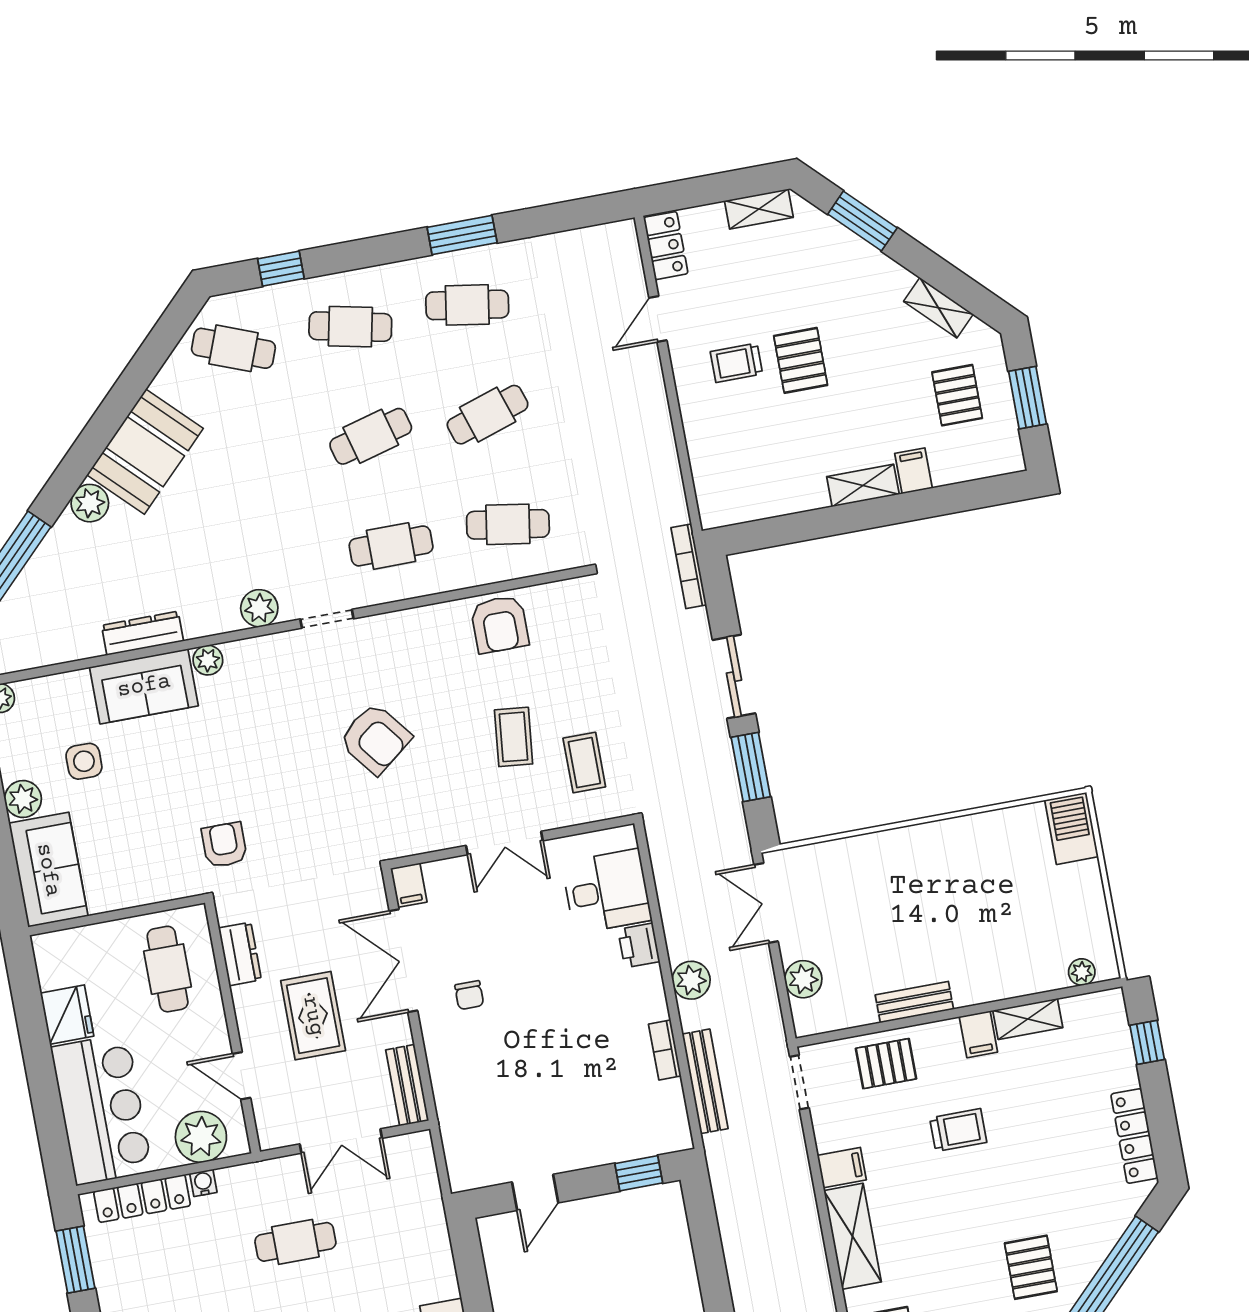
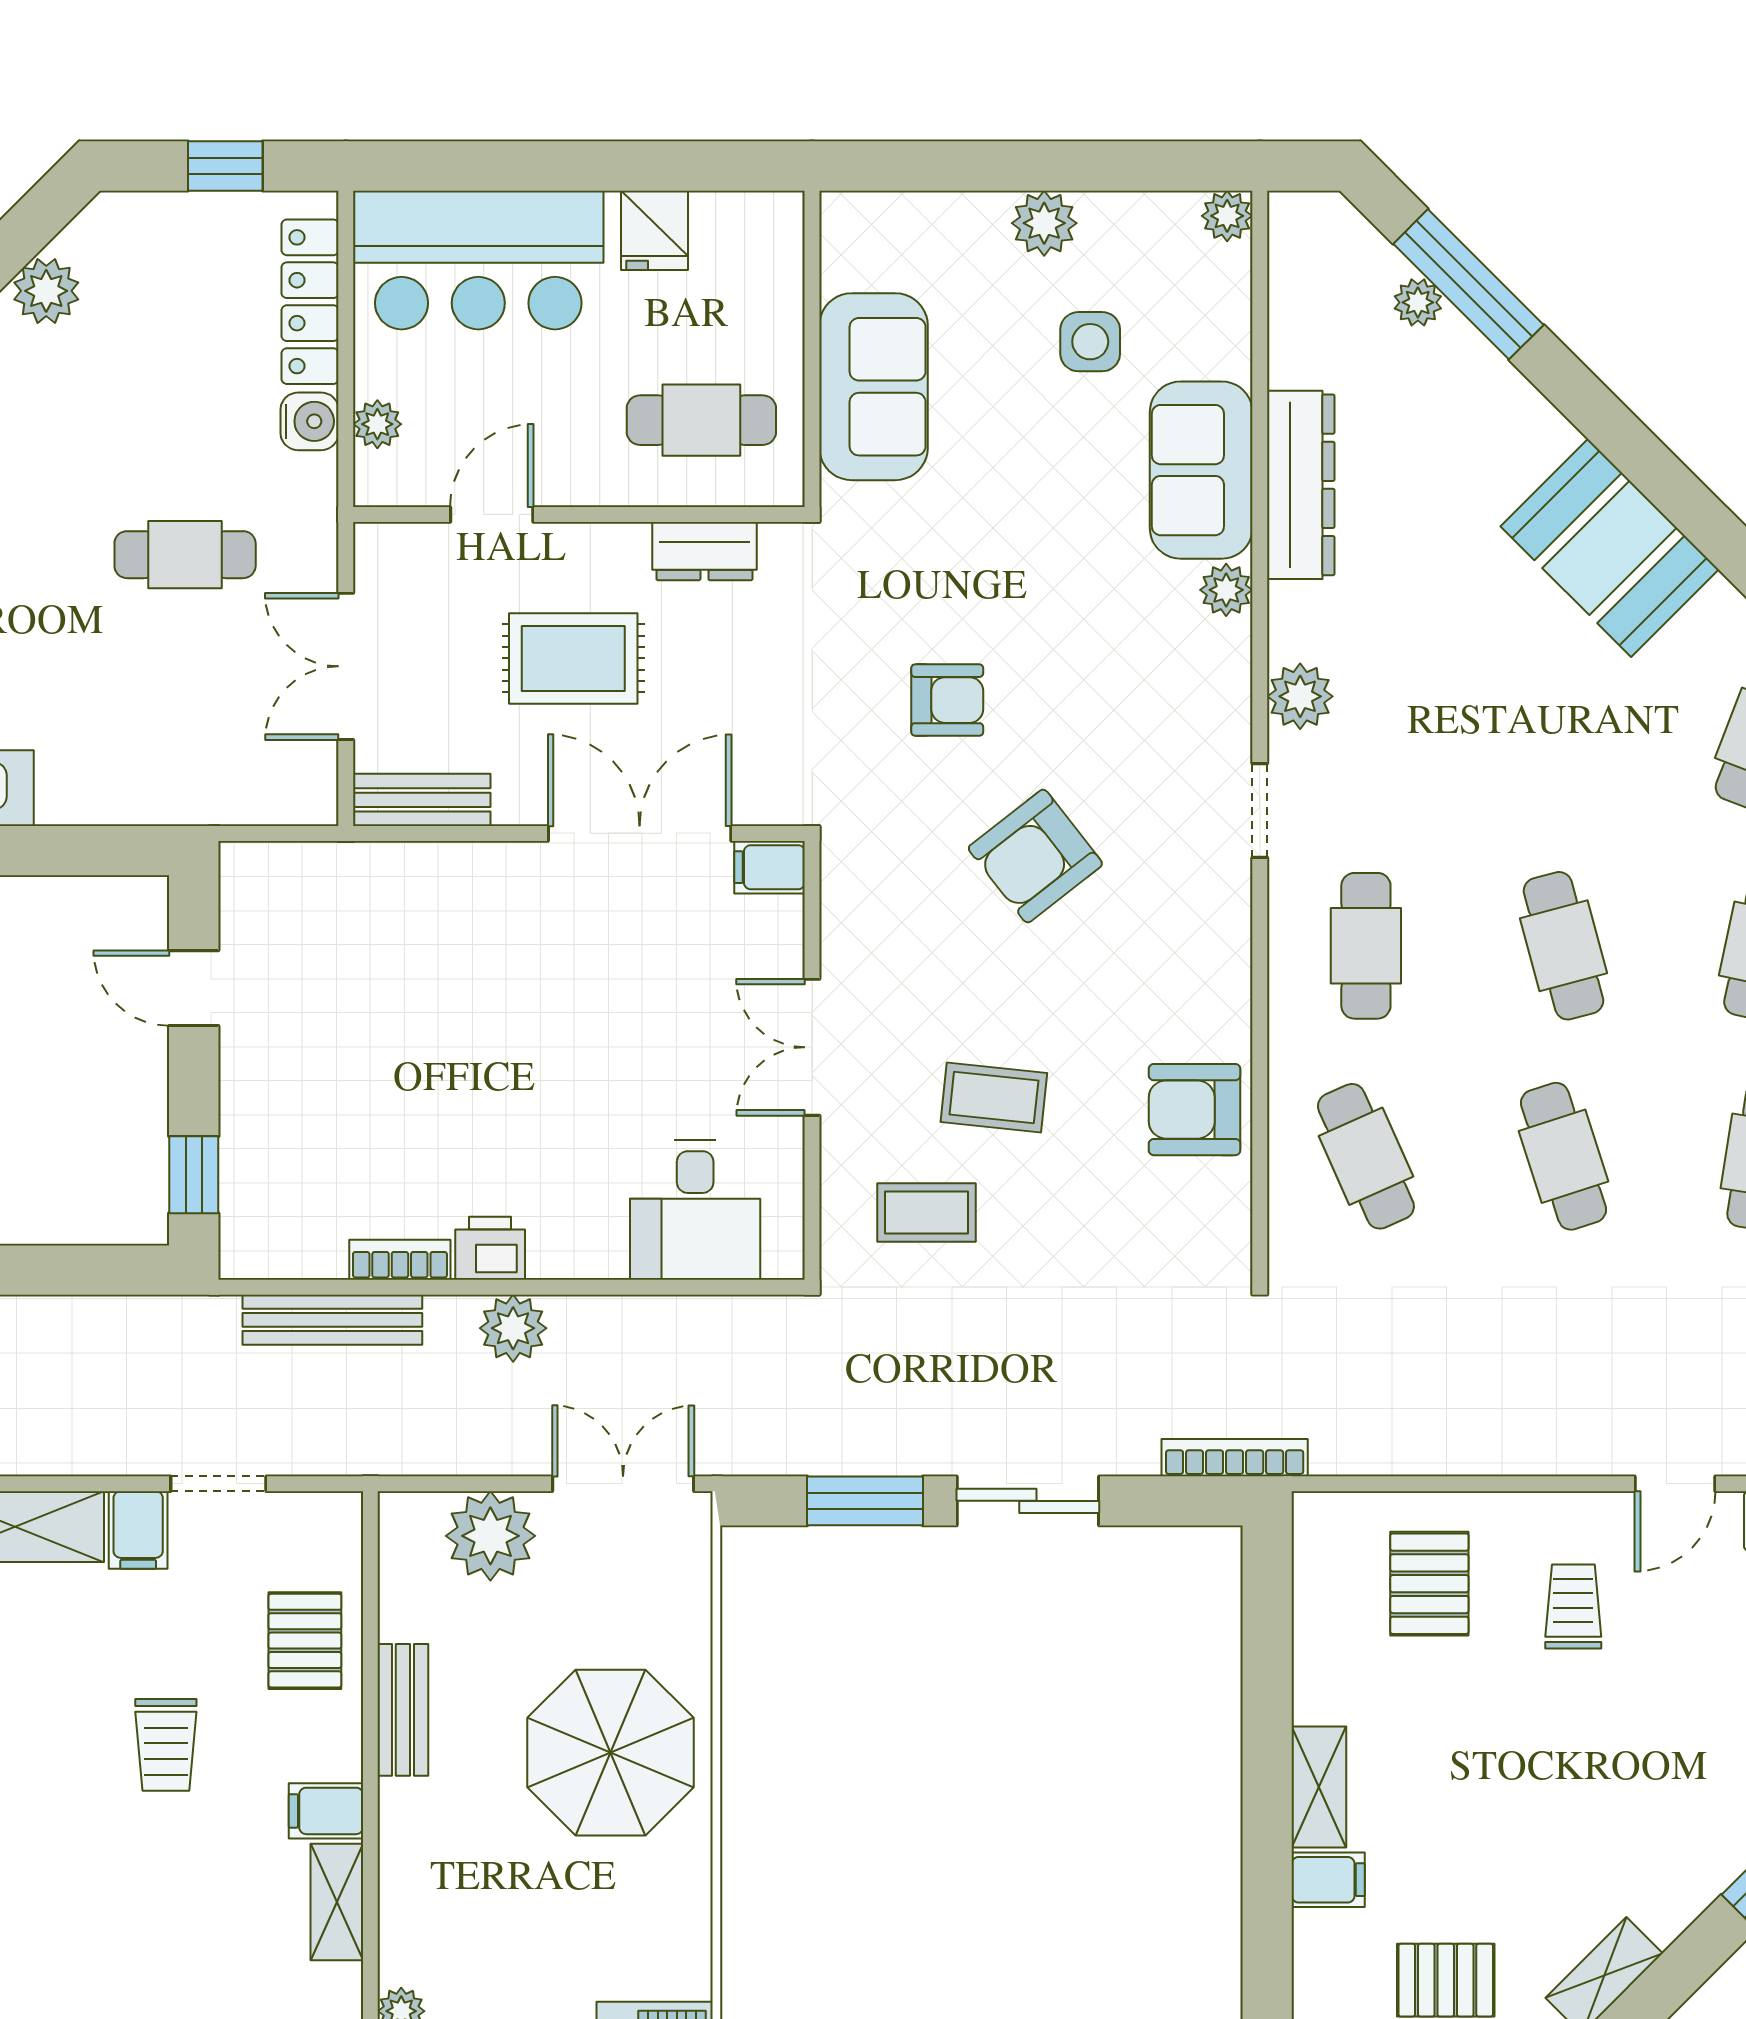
door: (658, 319) -> (1675, 1484), swing flipped
pallet: (801, 360) -> (1429, 1584), moved, turned 90
plant: (90, 503) -> (1418, 302), moved, width x0.73, depth x0.73
cafe table: (508, 524) -> (1366, 1156), turned -33
dresser: (142, 633) -> (1301, 485), width x1.37, depth x1.24
armchair: (224, 845) -> (947, 700), moved
sofa: (48, 870) -> (874, 387), moved, turned -90
parasol: (917, 882) -> (610, 1753), added
printer: (639, 945) -> (490, 1248), moved
plant: (803, 979) -> (490, 1536), width x1.36, depth x1.36
chair: (469, 995) -> (559, 937), removed
fridge: (67, 1015) -> (654, 230), width x0.72
doorway: (799, 1082) -> (218, 1484), moved
plant: (201, 1137) -> (377, 424), width x0.53, depth x0.53
water cooler: (203, 1183) -> (310, 421), width x1.38, depth x1.38
cafe table: (295, 1242) -> (185, 555), turned 90
window: (75, 1260) -> (225, 166), width x0.67

